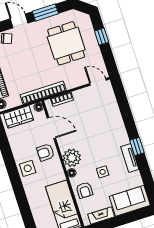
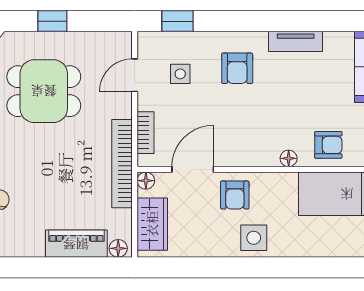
door: (98, 82) -> (135, 75), moved
armchair: (107, 134) -> (237, 68), added
window: (137, 147) -> (177, 21), moved
plant: (72, 158) -> (260, 149), removed
side table: (103, 172) -> (180, 74), moved

